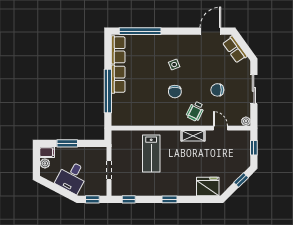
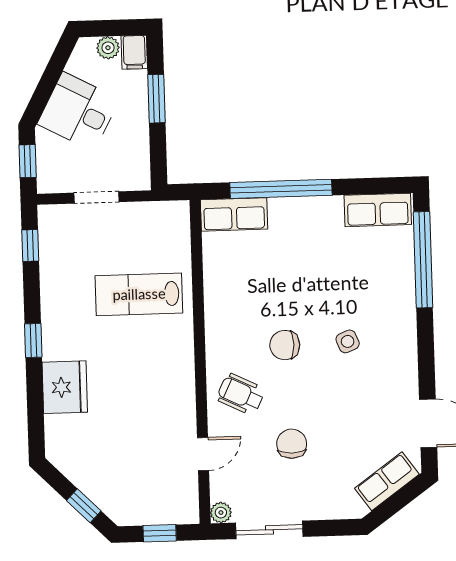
row of seats: (118, 79) -> (234, 214), moved
sliding door: (254, 89) -> (269, 530), moved
shelving: (193, 136) -> (183, 391), removed
fridge: (208, 187) -> (65, 387), moved

